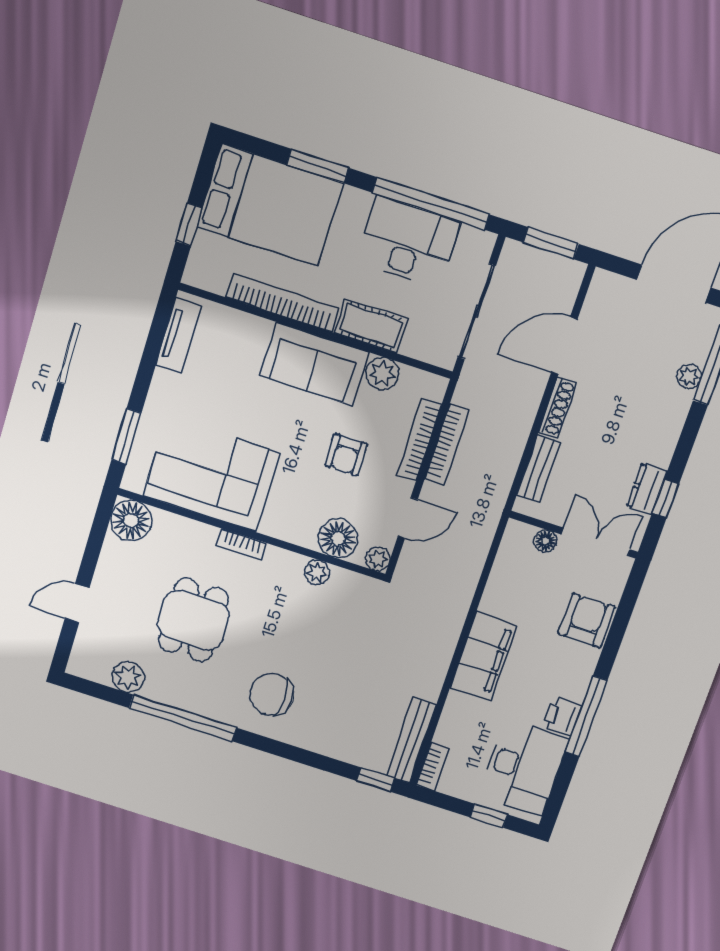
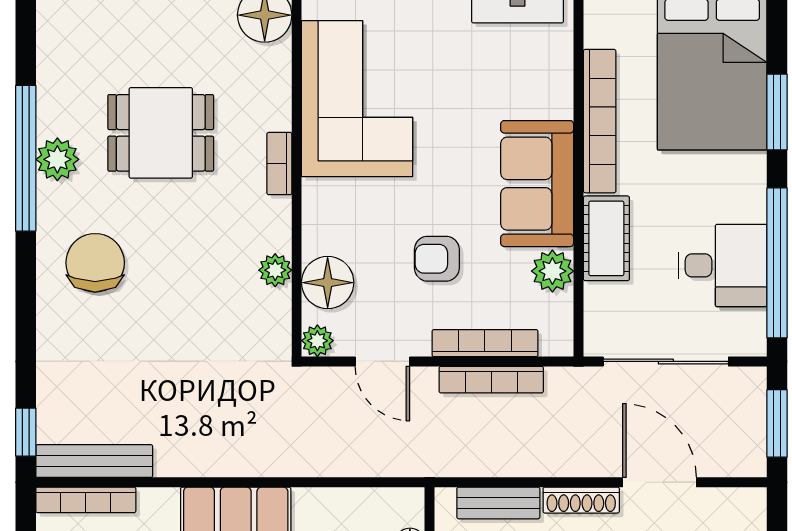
desk: (408, 242) -> (722, 265), width x0.73
plant: (128, 677) -> (57, 159), moved
bookcase: (433, 767) -> (86, 500), width x1.56

